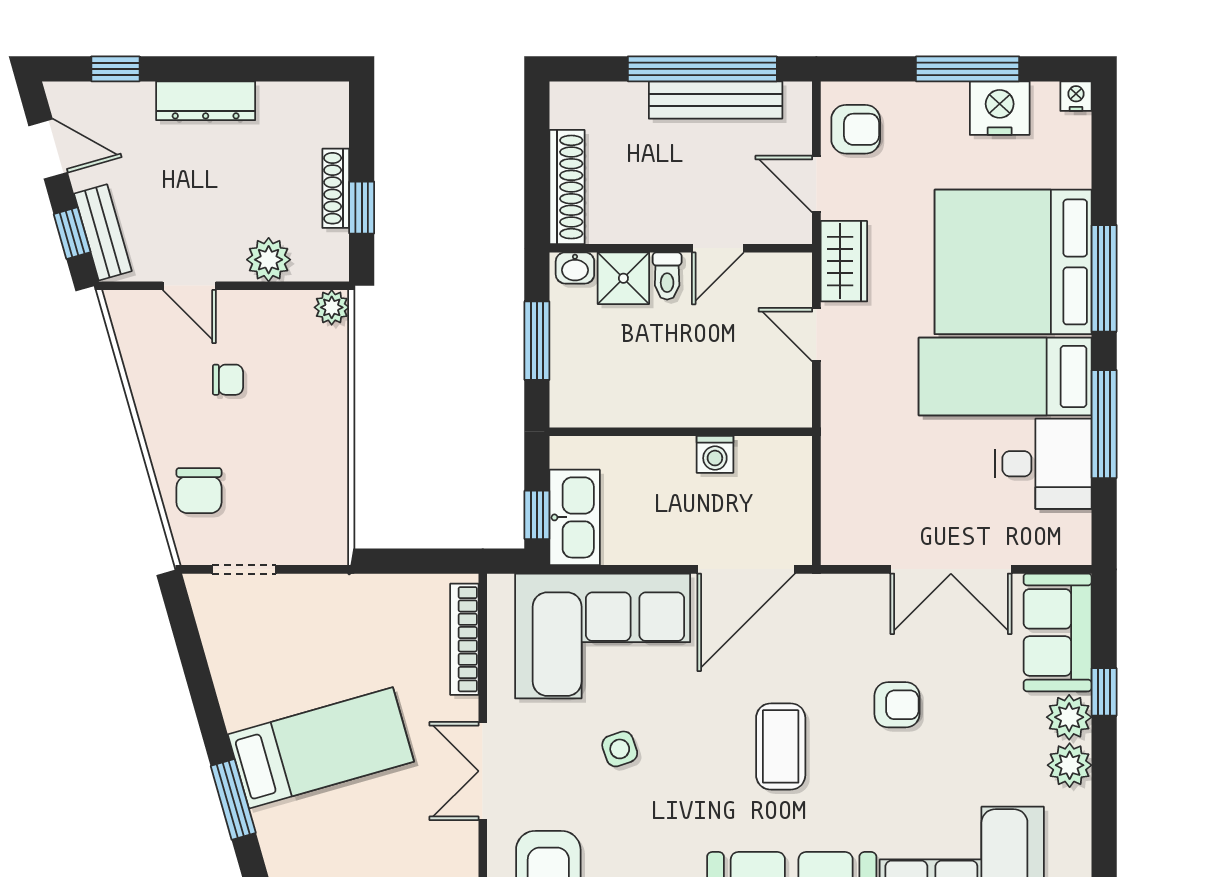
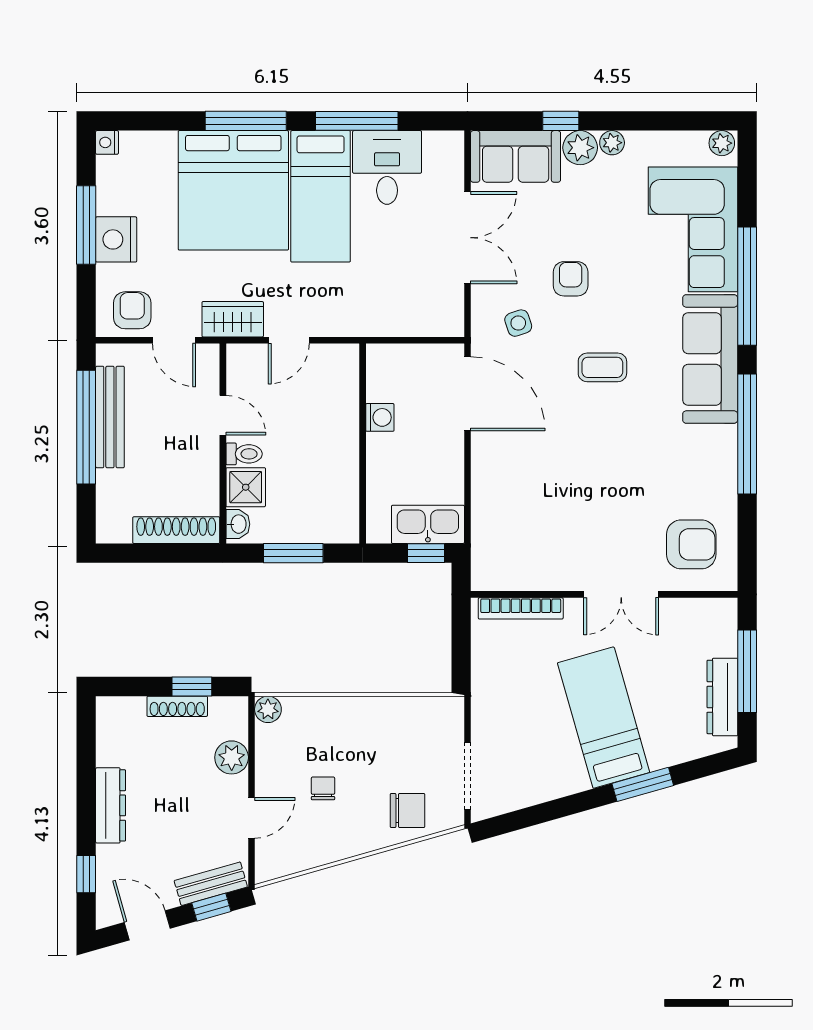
nightstand: (1000, 108) -> (116, 239), moved
door: (48, 149) -> (147, 925), hinge flipped
door: (816, 184) -> (174, 340), hinge flipped
doorway: (244, 569) -> (467, 776), width x1.38
corner sofa: (603, 636) -> (518, 503), removed
coffee table: (781, 746) -> (602, 367), width x0.73, depth x0.77
side table: (620, 749) -> (518, 323), moved
plant: (1070, 765) -> (612, 143), width x0.73, depth x0.73

